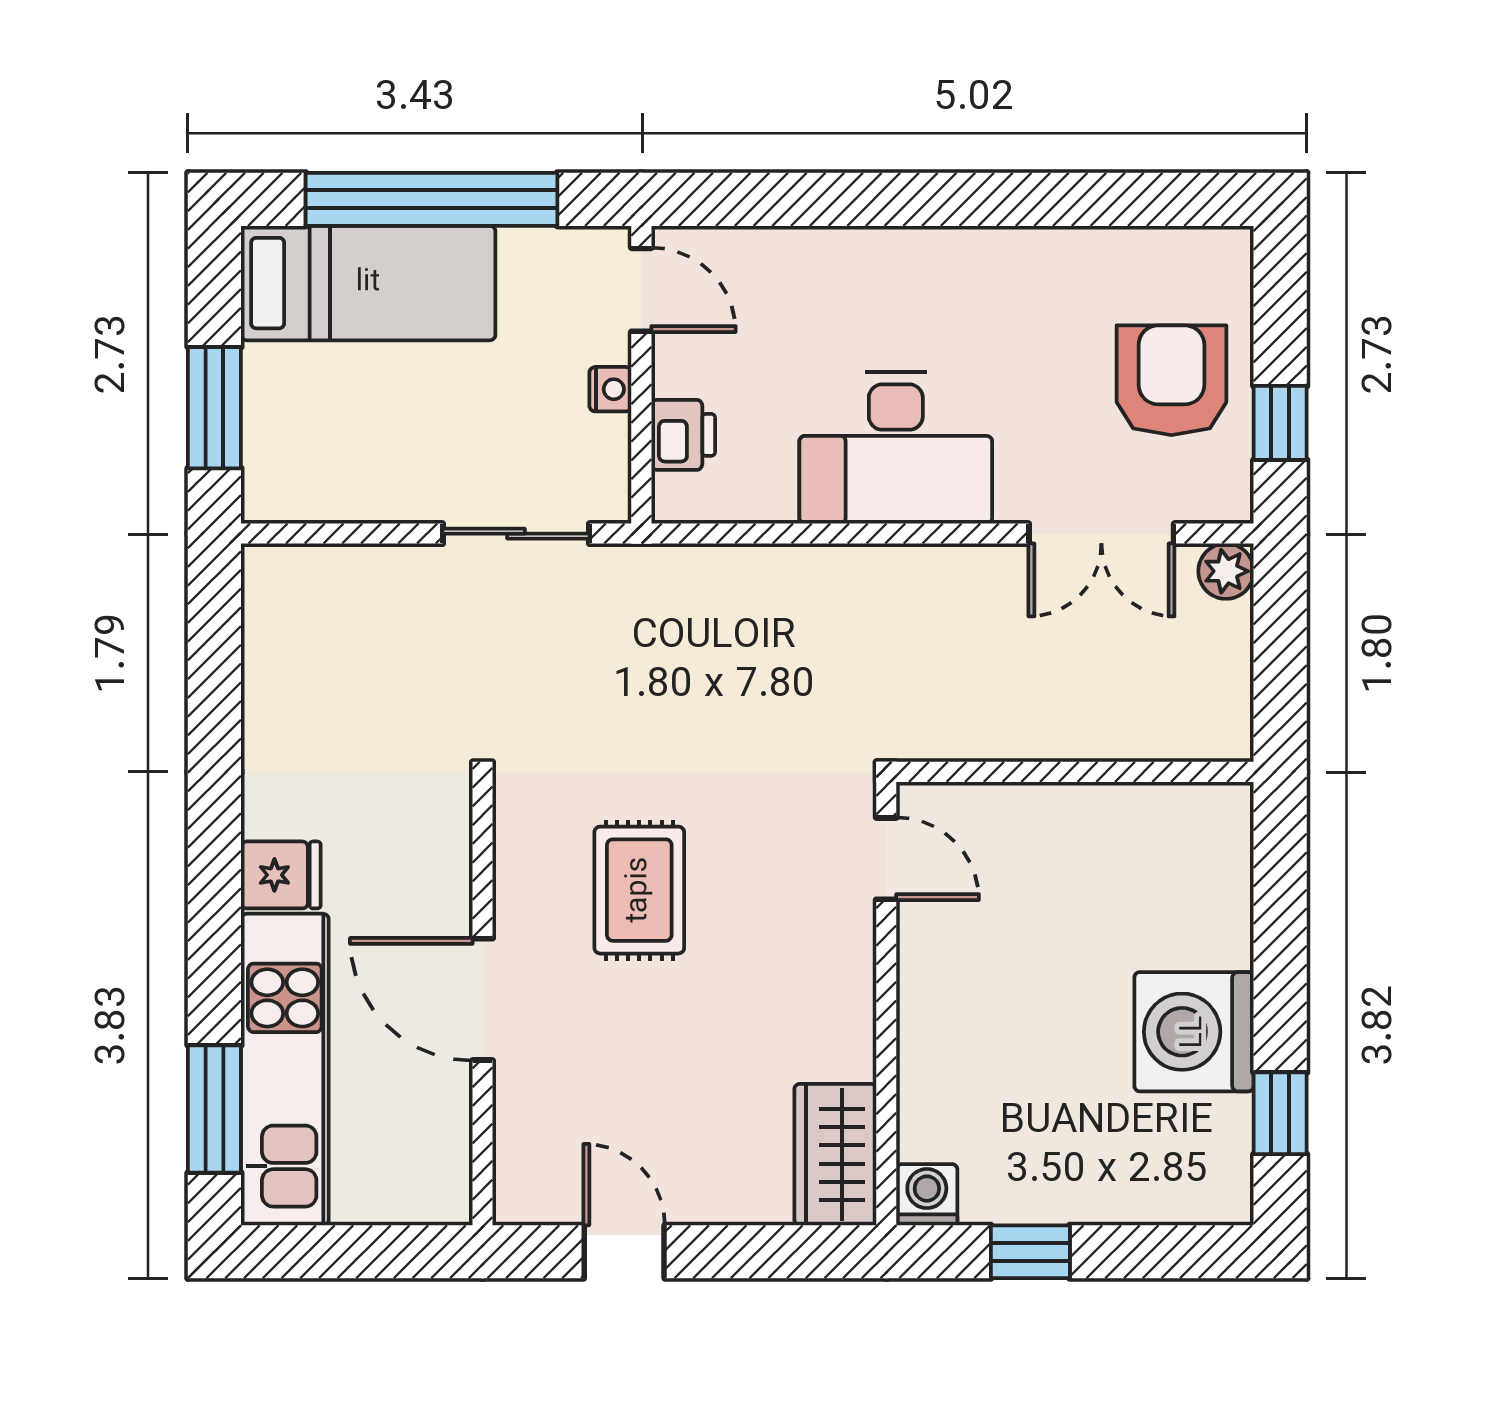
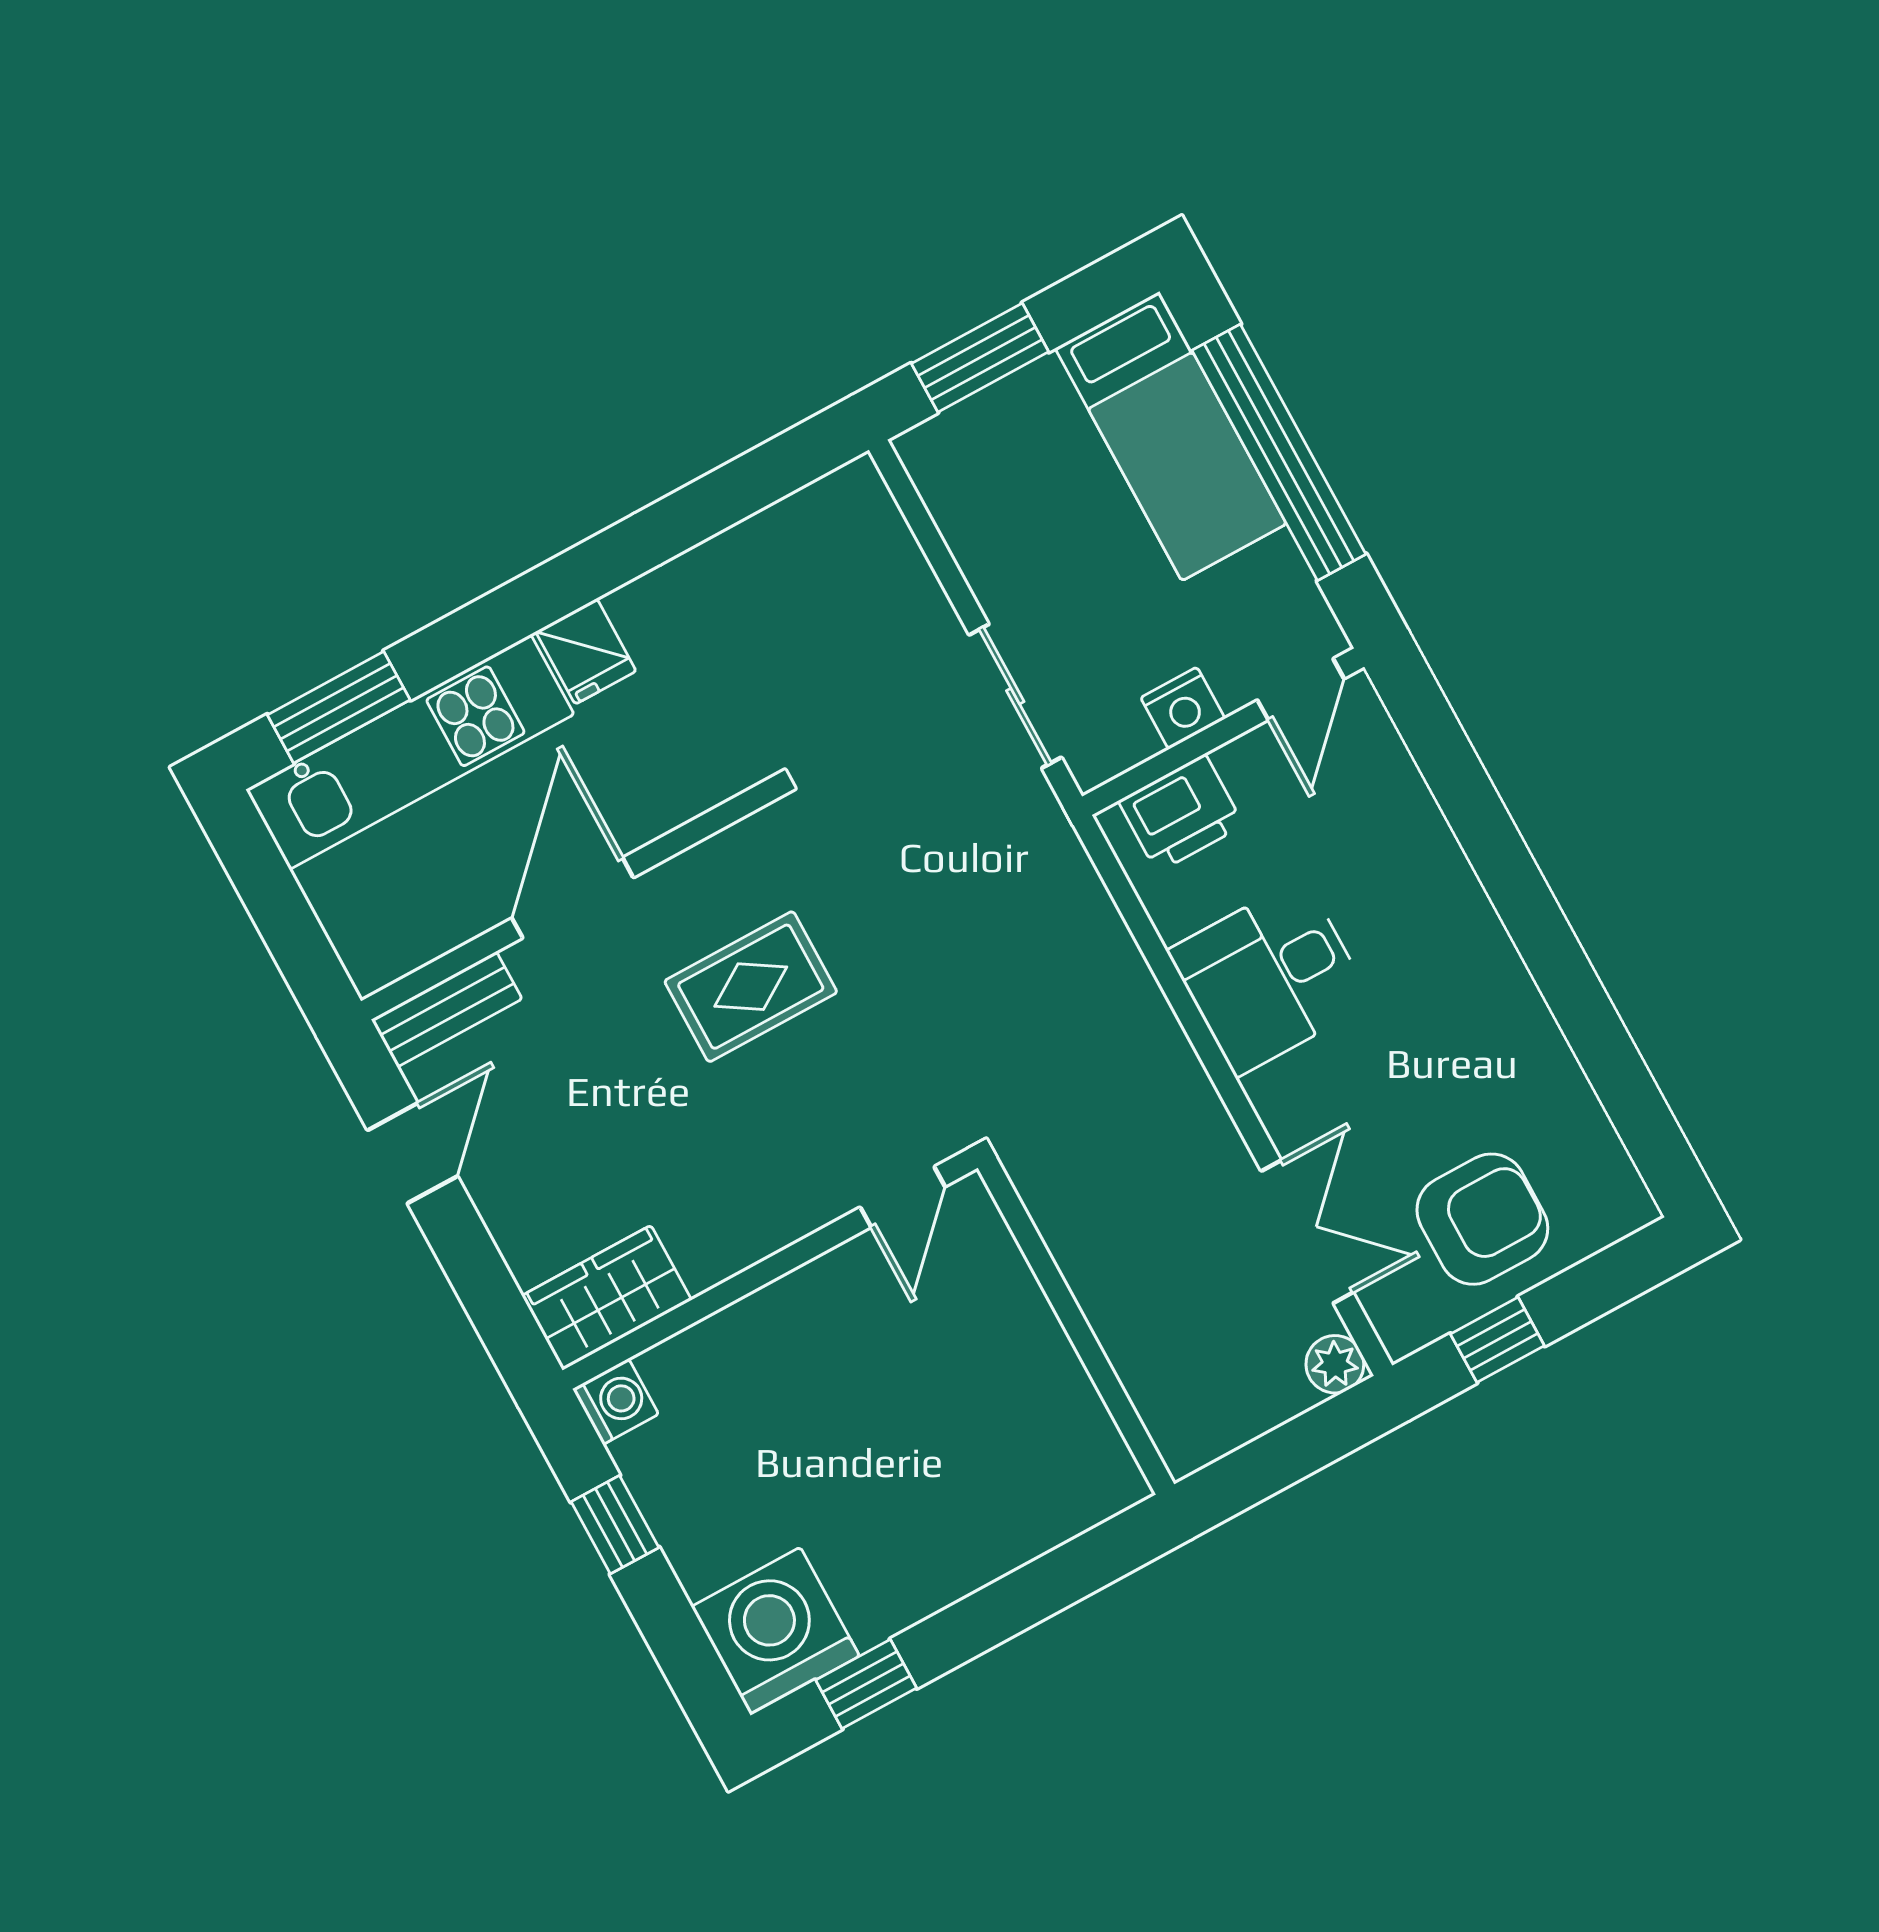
nightstand: (610, 389) -> (1183, 708), width x1.39, depth x1.35
printer: (683, 435) -> (1181, 813), width x1.36, depth x1.24
desk: (896, 448) -> (1270, 977), width x0.73
double door: (1101, 534) -> (1307, 1232), swing flipped
washing machine: (1194, 1032) -> (775, 1631), moved
bench: (519, 1157) -> (447, 1009), added

